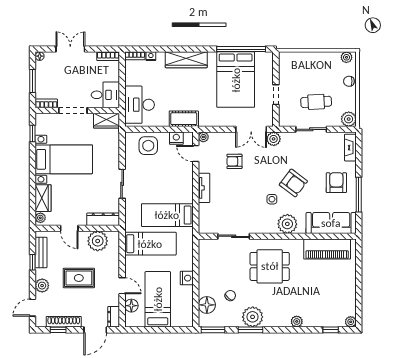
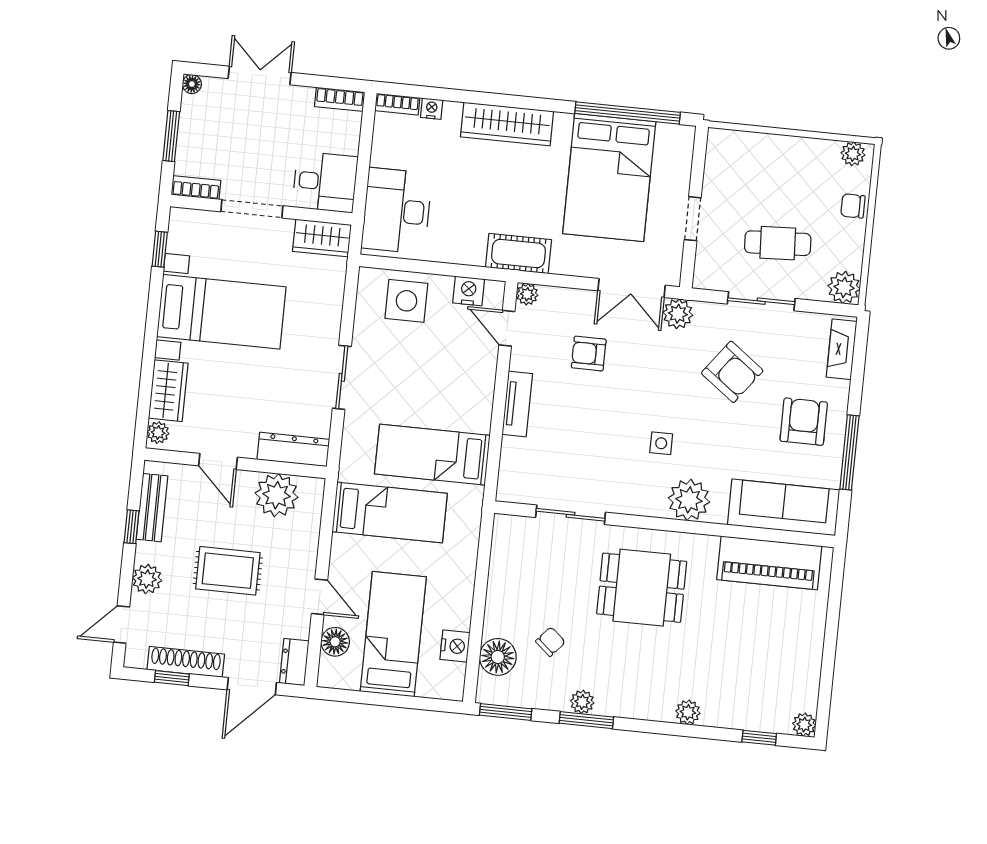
cot: (184, 119) -> (519, 254), moved
armchair: (293, 183) -> (732, 372), moved
nightstand: (187, 278) -> (455, 646), moved
plant: (253, 317) -> (582, 702), width x0.53, depth x0.53

